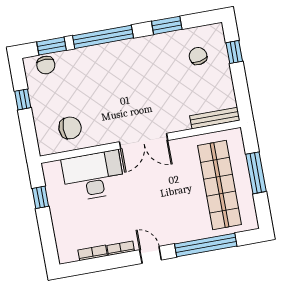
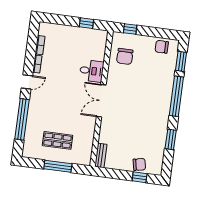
chair: (198, 56) -> (139, 164), moved
chair: (46, 65) -> (162, 47), moved
window: (23, 99) -> (130, 29), moved
bench: (215, 118) -> (101, 155), width x0.73
desk: (93, 176) -> (92, 71), width x0.53, depth x0.77
shop shelf: (220, 185) -> (57, 140), width x0.50, depth x0.74

